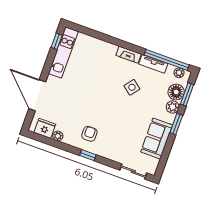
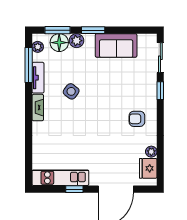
window: (57, 41) -> (74, 189), moved
window: (167, 60) -> (29, 65), width x0.68
window: (88, 155) -> (160, 91), moved

